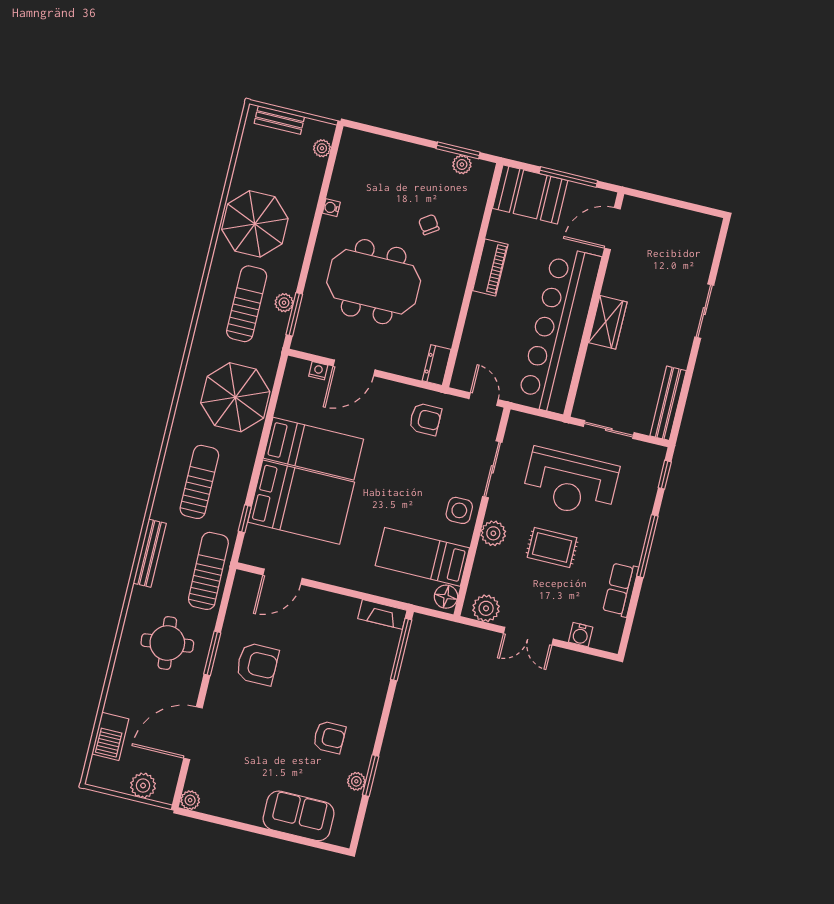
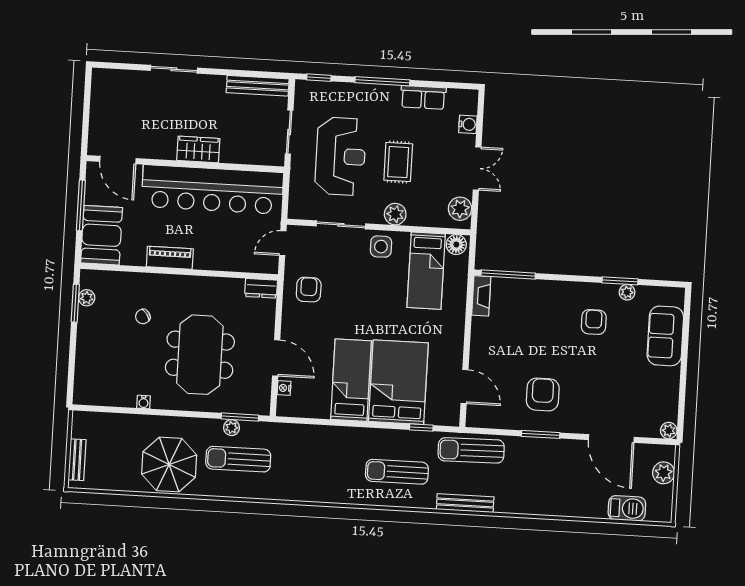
plant: (322, 148) -> (94, 419), removed
parasol: (235, 397) -> (319, 454), removed
round table: (167, 643) -> (539, 474), removed

